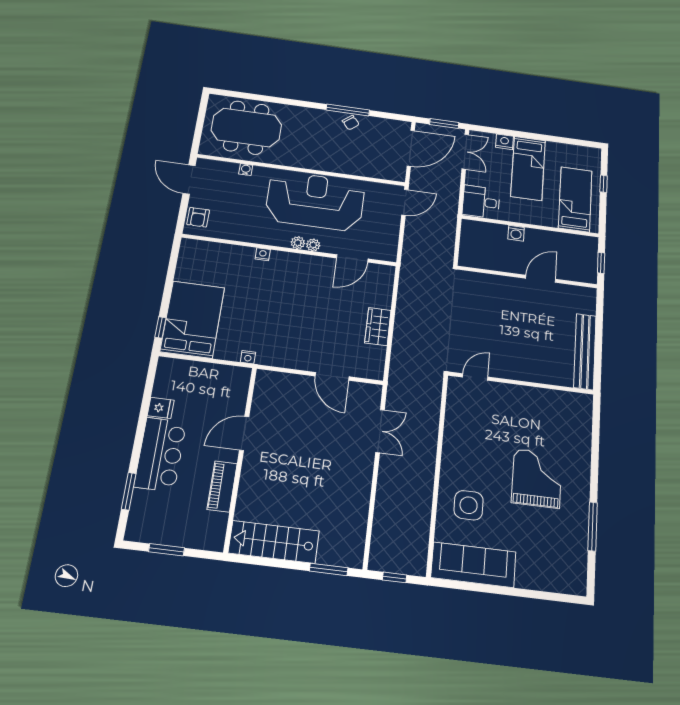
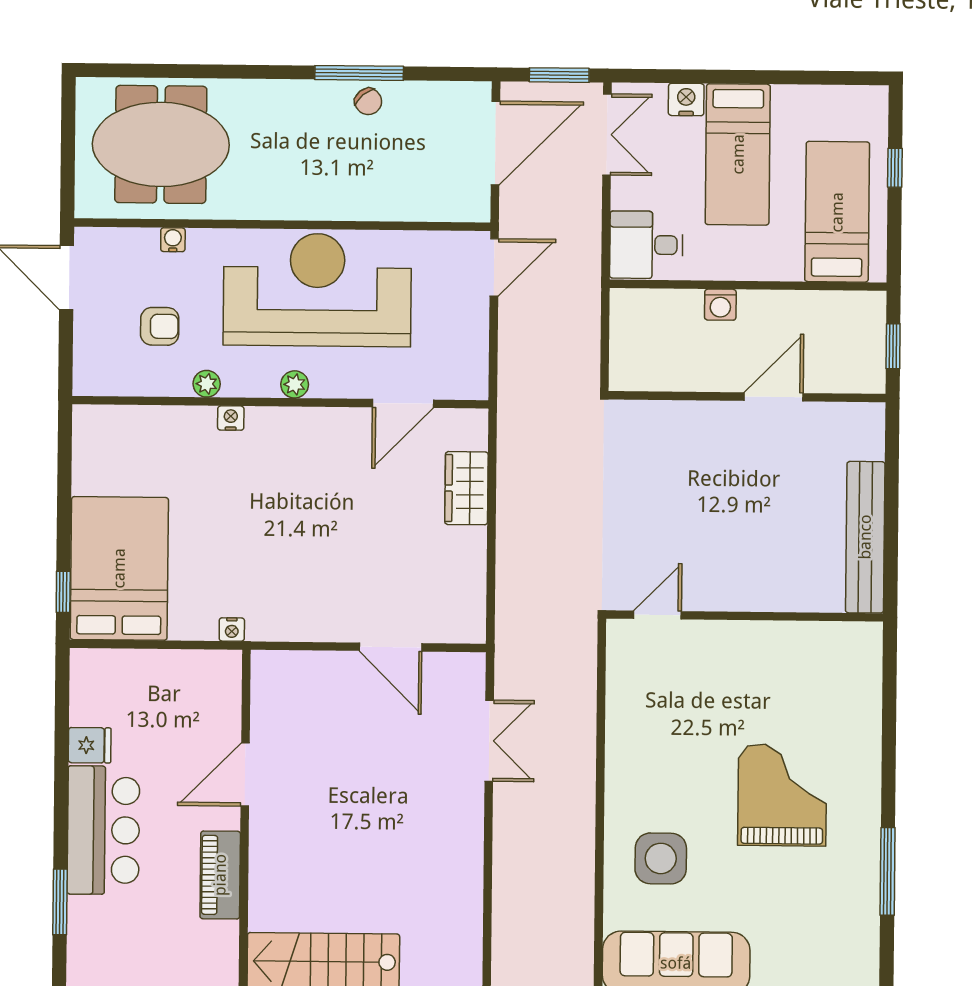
armchair: (198, 217) -> (160, 326), moved, turned -90
plant: (313, 245) -> (207, 384), moved
wardrobe: (378, 327) -> (466, 488), moved

